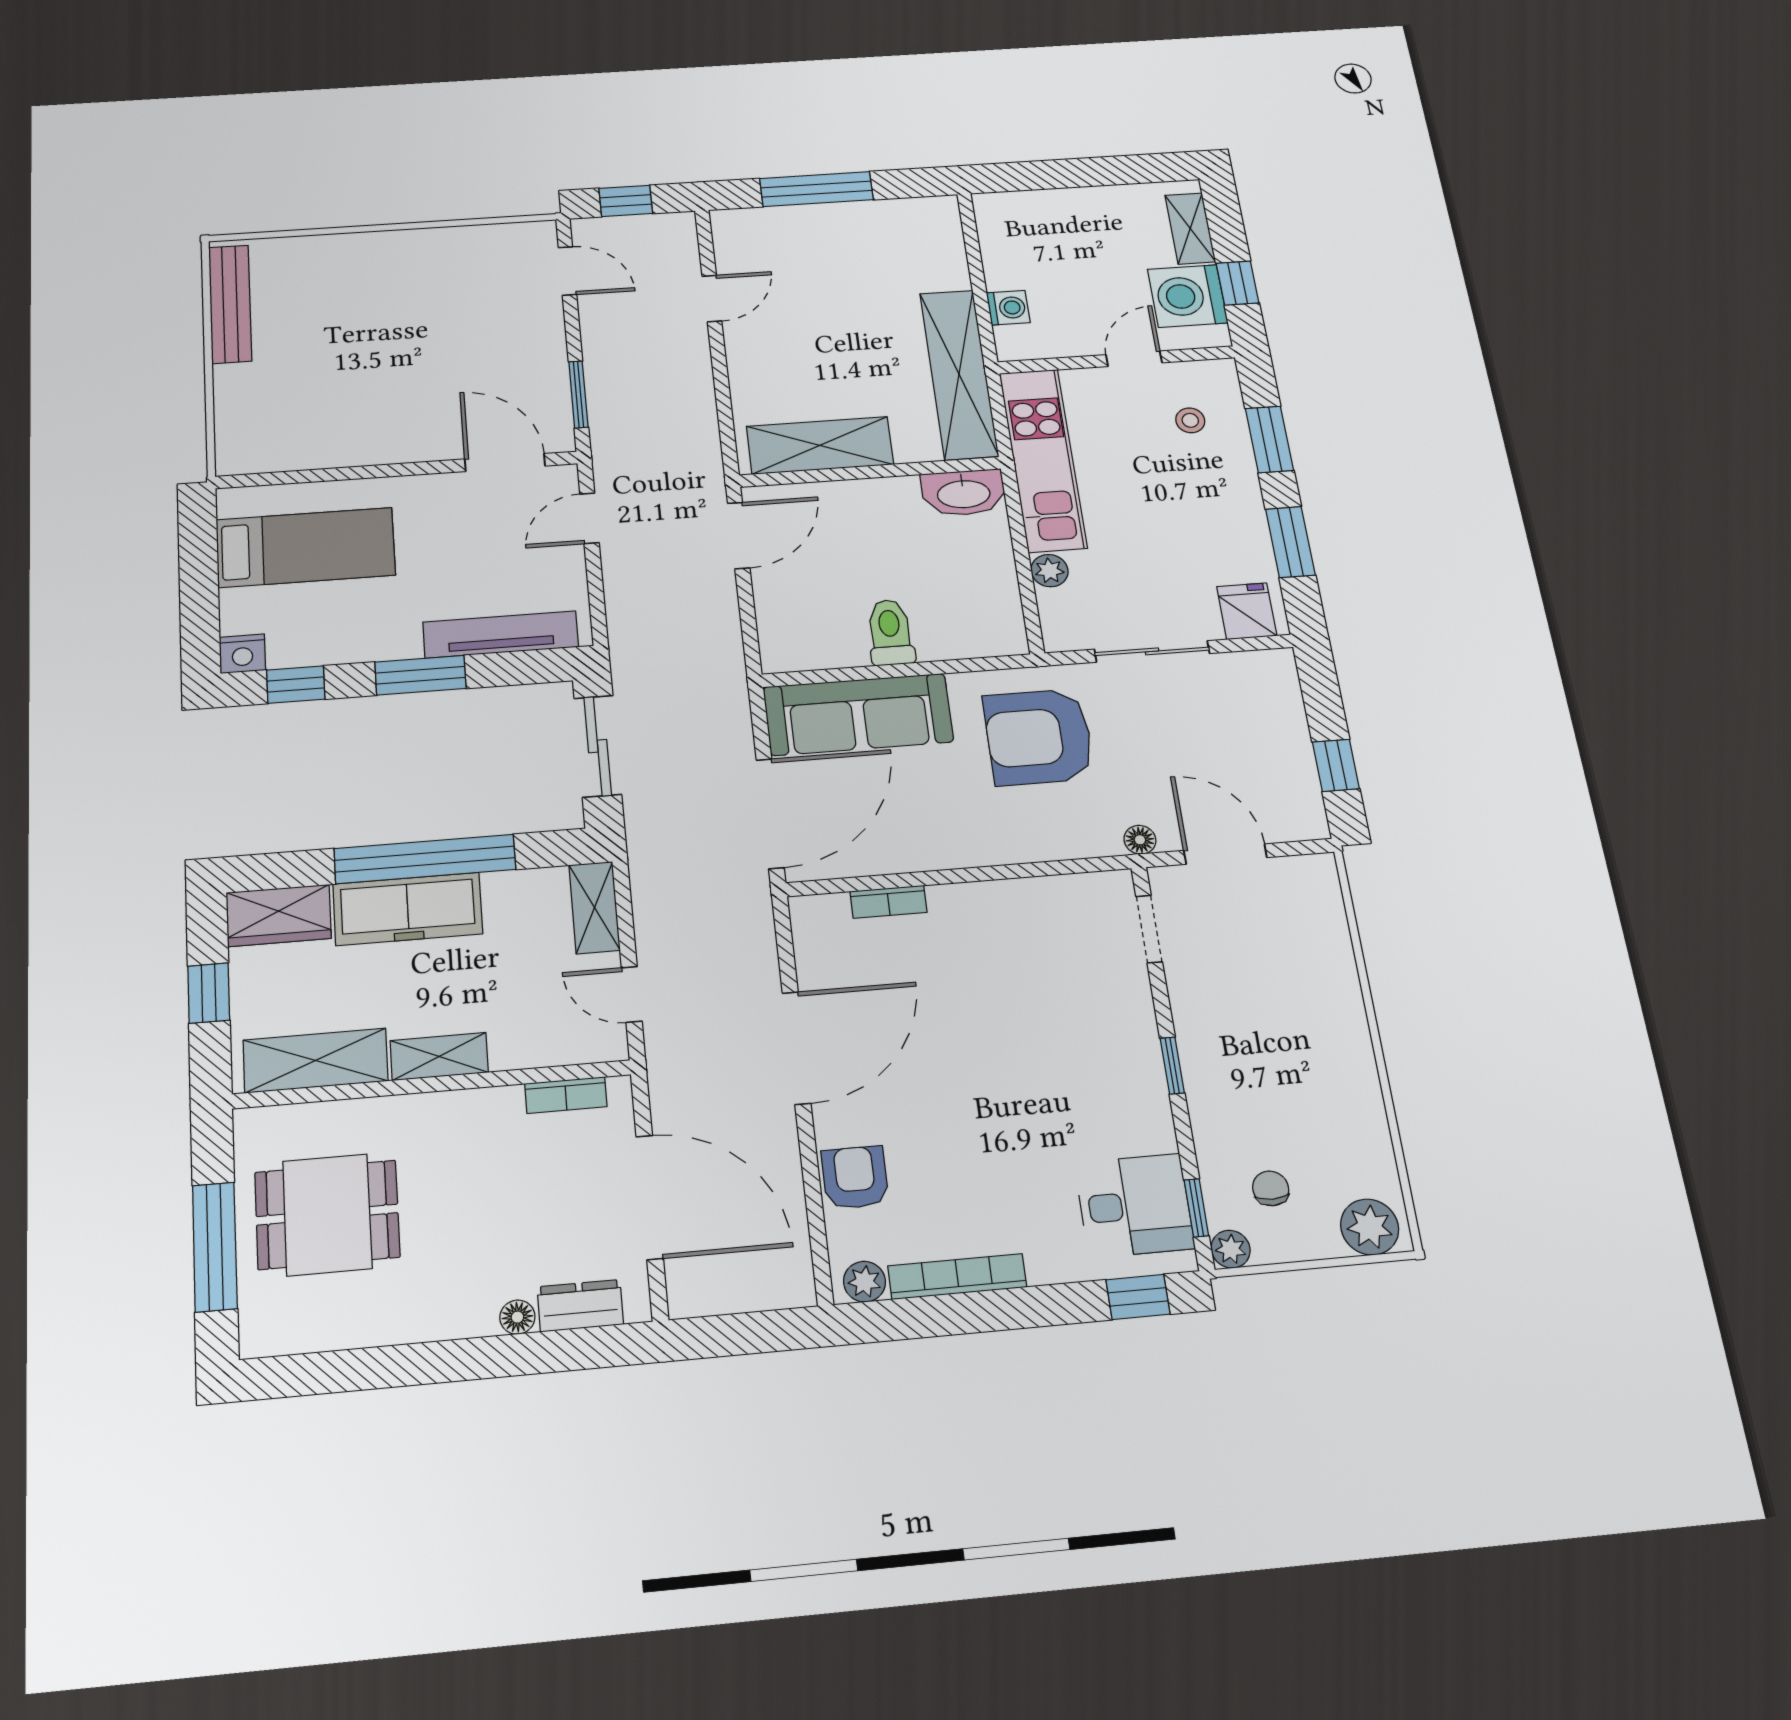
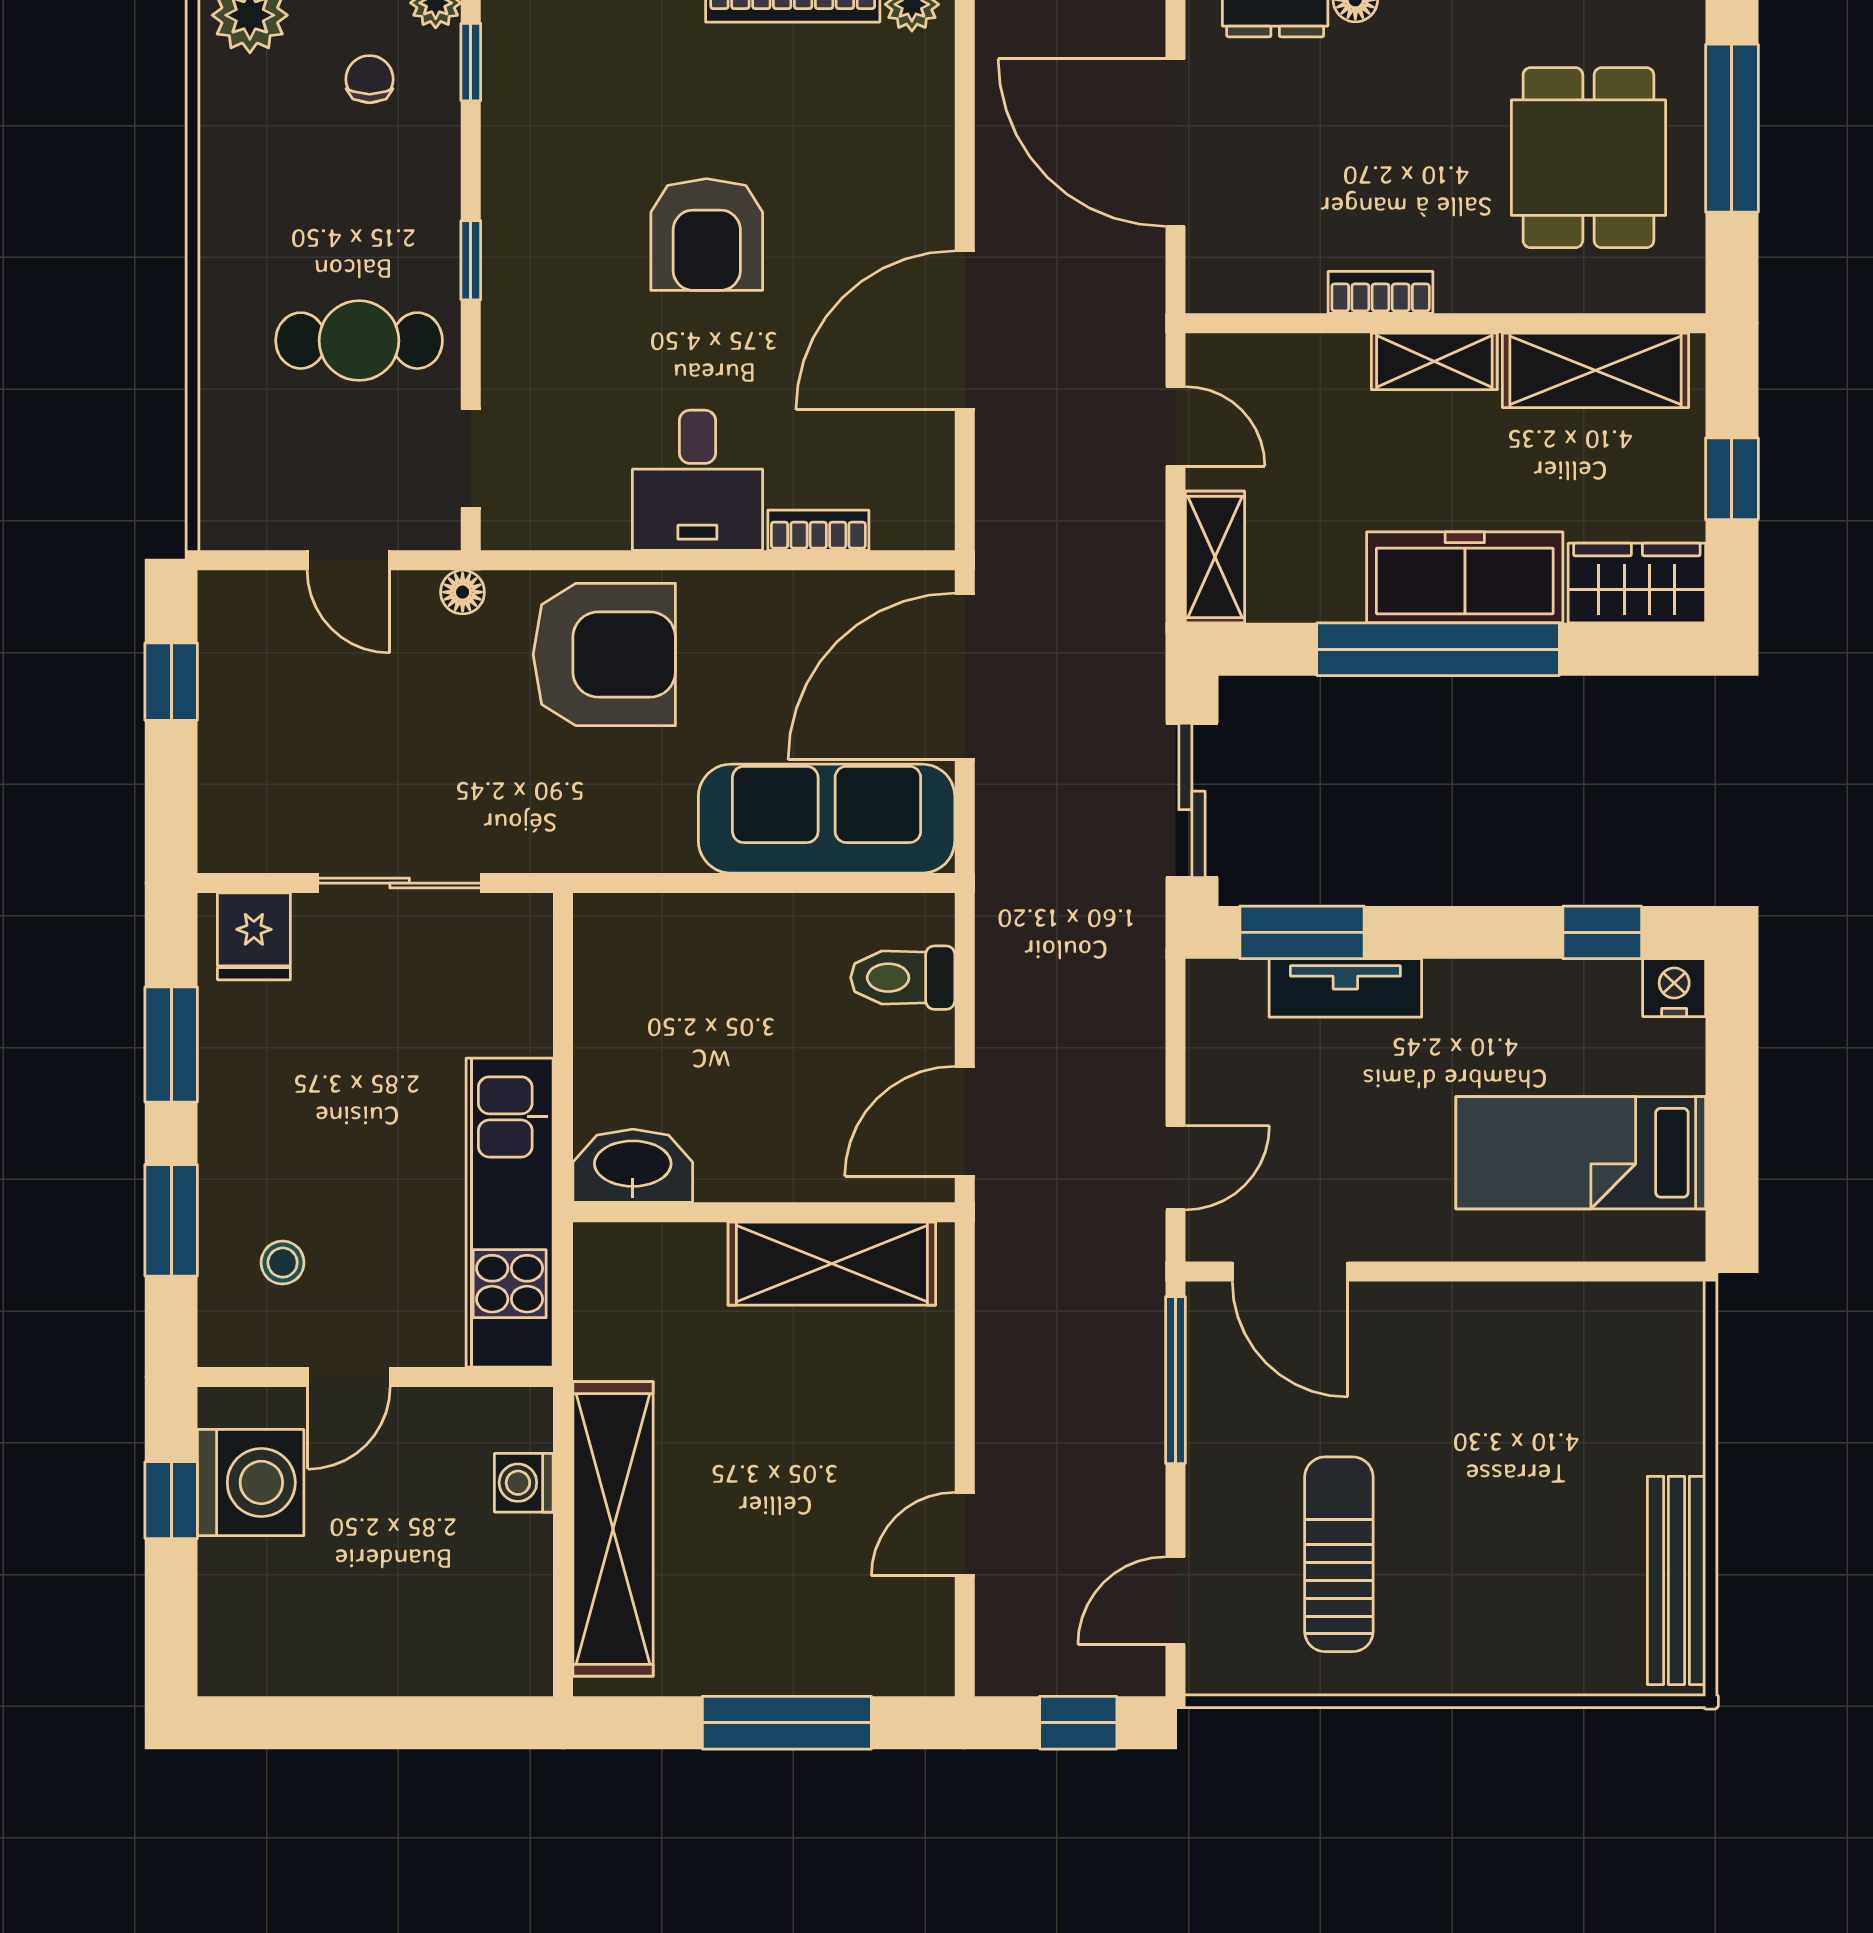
shelving: (1190, 228) -> (227, 1606), removed
door: (567, 271) -> (1175, 1601), hinge flipped
sun lounger: (460, 304) -> (1339, 1554), added
shelving: (959, 374) -> (613, 1529), moved
window: (578, 394) -> (1175, 1380), width x1.44
plant: (1049, 571) -> (526, 1026), removed
toilet: (890, 632) -> (903, 978), moved, turned 90
tv unit: (501, 635) -> (1345, 988), width x0.71
window: (420, 675) -> (1302, 932), moved
armchair: (1039, 737) -> (604, 655), moved
door: (1225, 854) -> (348, 560), width x0.73
cafe table: (1245, 1003) -> (359, 341), added
bookcase: (566, 1095) -> (1381, 292), moved
armchair: (855, 1178) -> (707, 235), moved, width x1.38, depth x1.38
chair: (1271, 1188) -> (370, 79), turned 180
desk: (1134, 1206) -> (697, 480), moved, turned -90
dining table: (327, 1215) -> (1588, 158), turned 90

